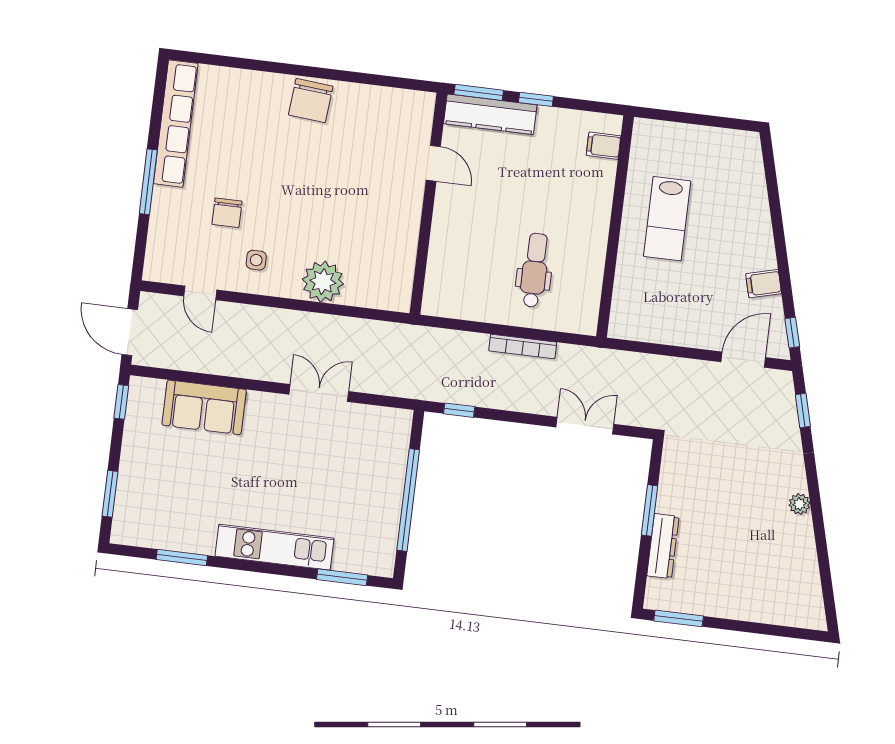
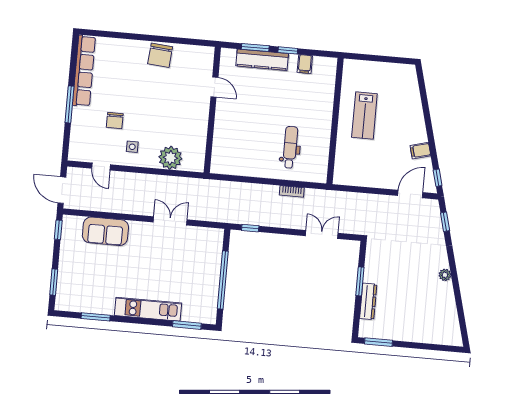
filing cabinet: (604, 146) -> (305, 64), moved, turned -90
door: (433, 163) -> (214, 87), moved
wall: (428, 204) -> (212, 110), moved
bookcase: (523, 346) -> (292, 191), width x0.64

